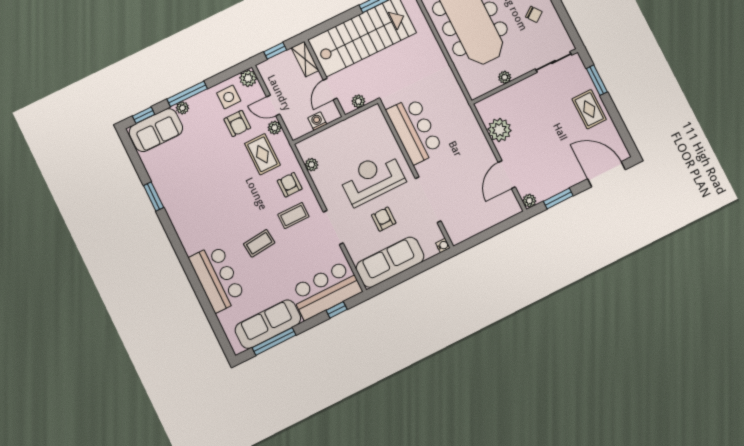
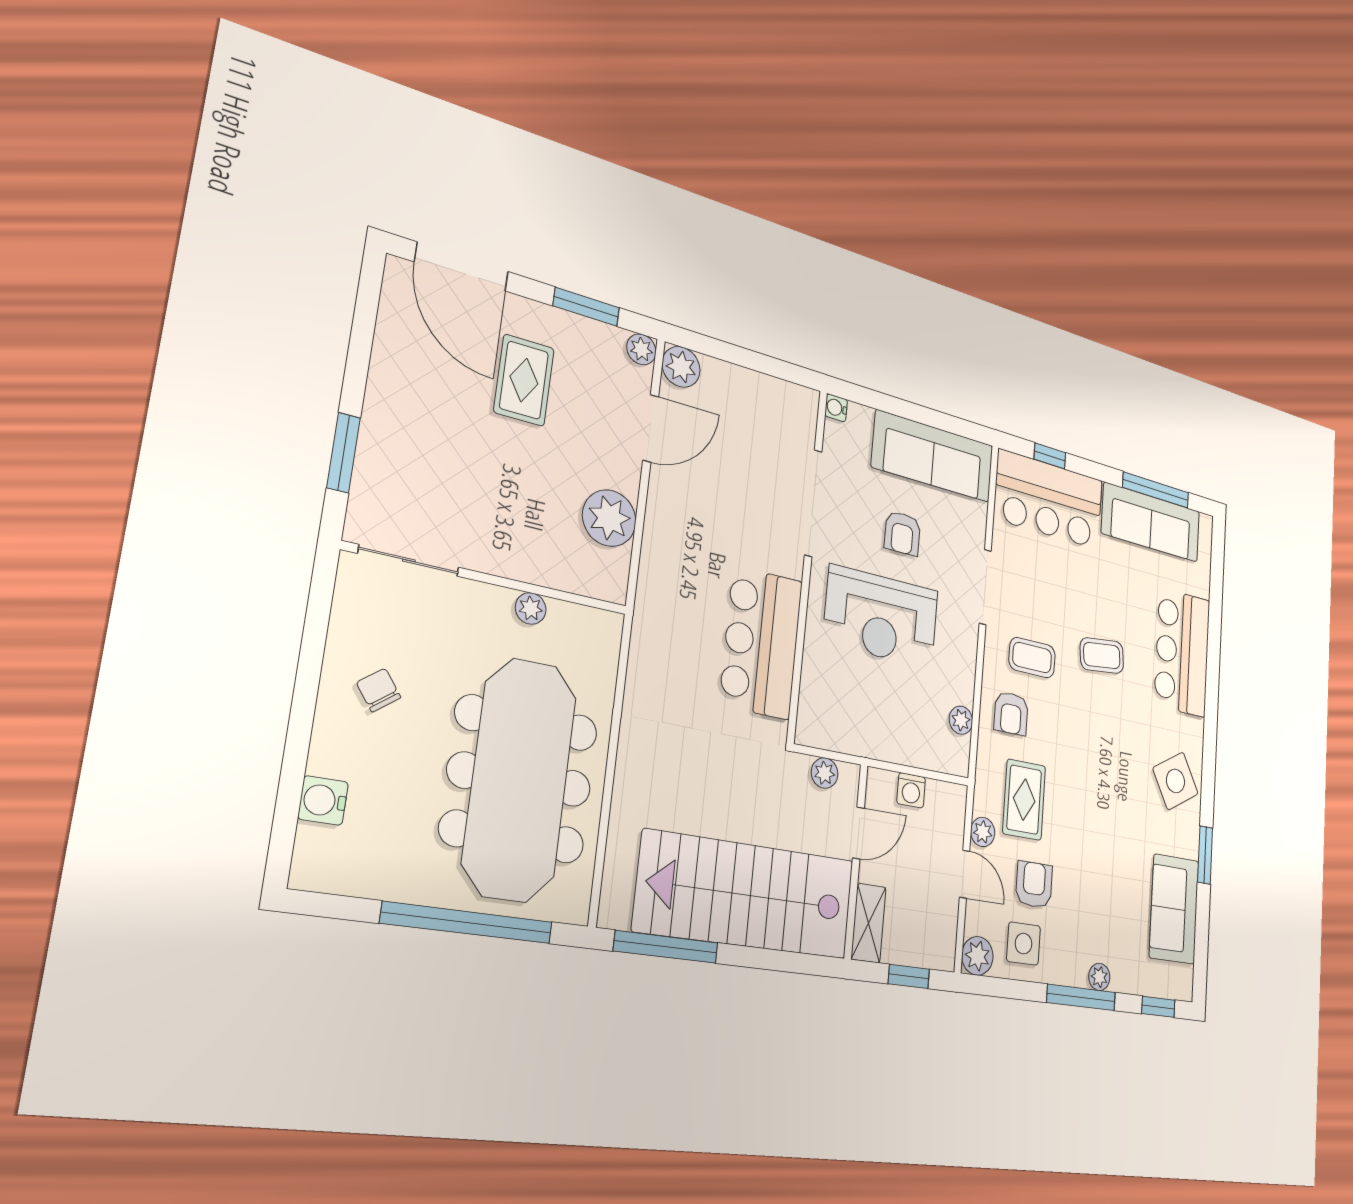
rug: (589, 109) -> (524, 380), moved
sofa: (156, 130) -> (1174, 909), moved, turned -90
plant: (511, 207) -> (681, 367), added
side table: (188, 218) -> (1175, 781), added

